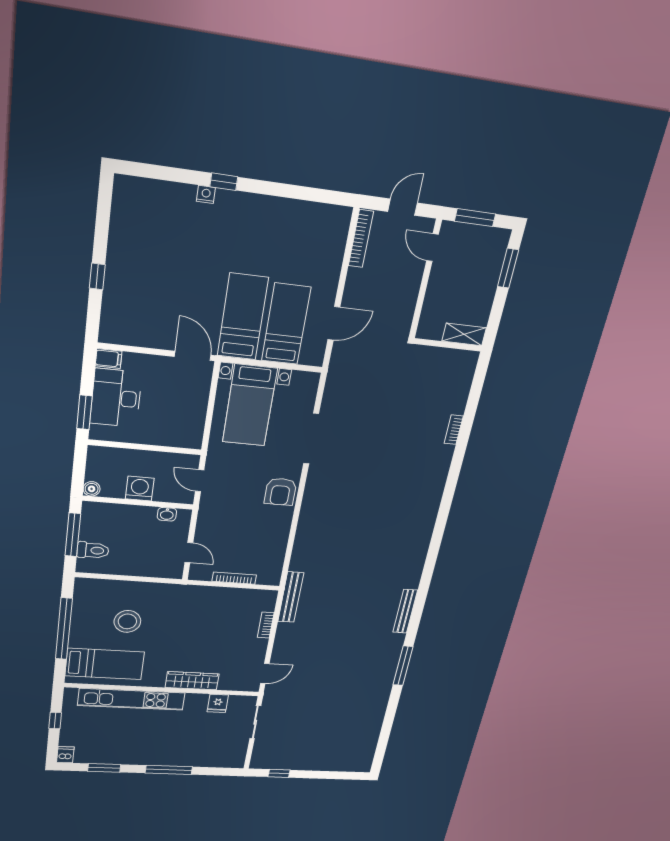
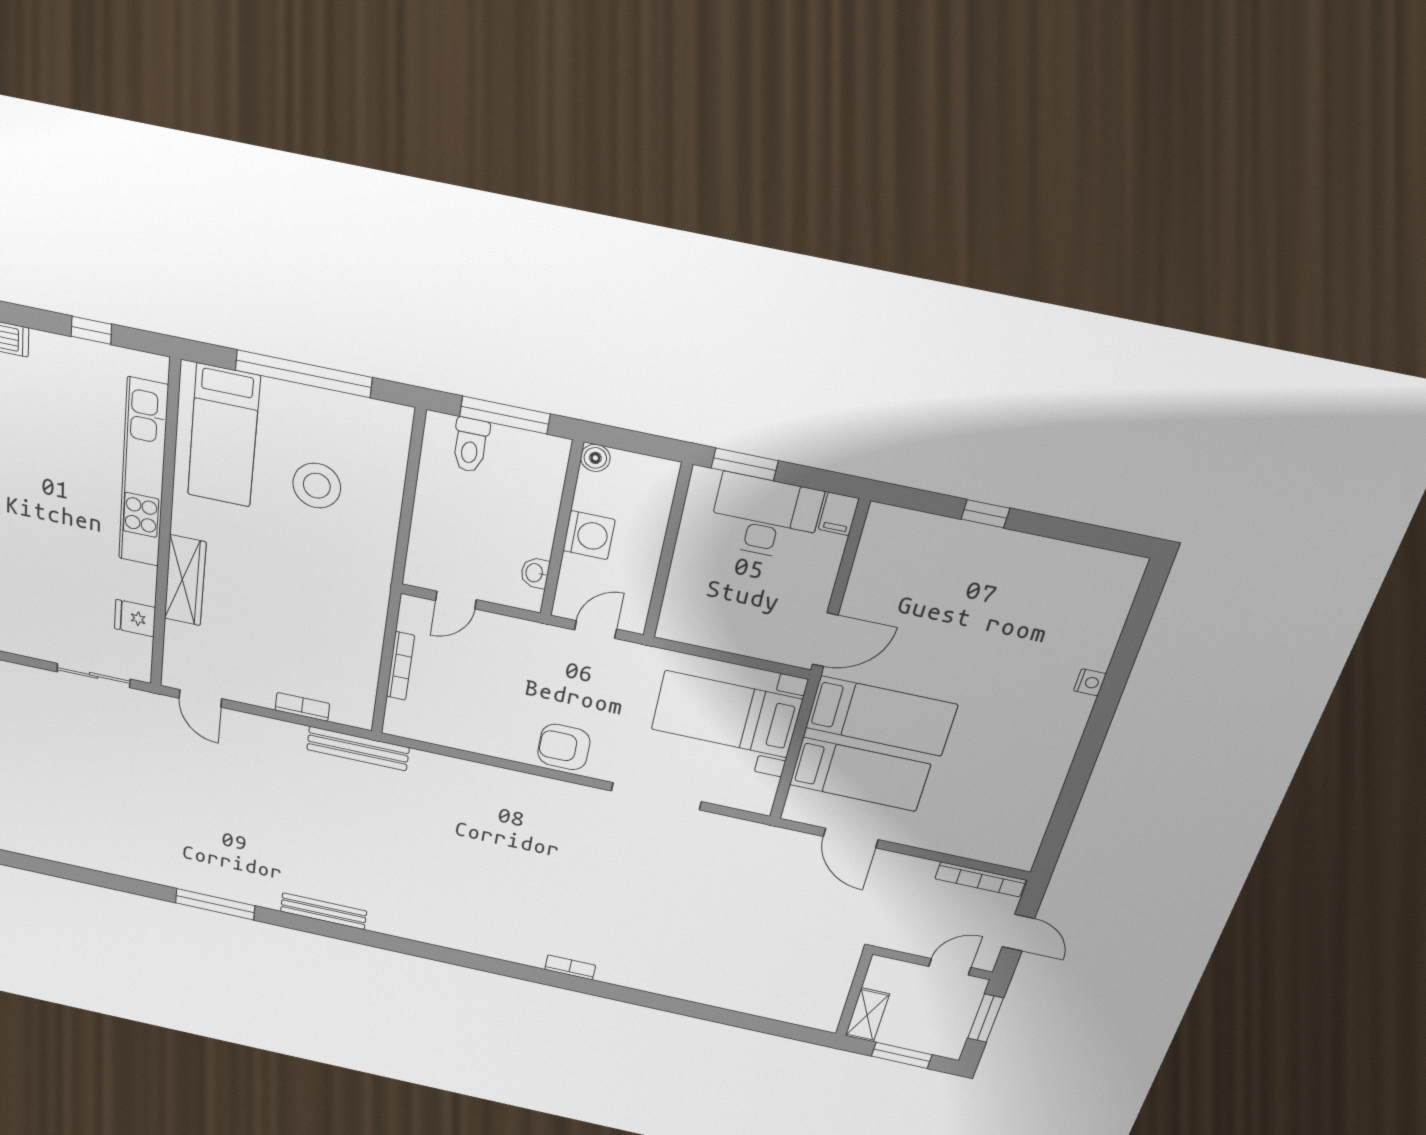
window: (224, 182) -> (1105, 708), removed
shelving: (464, 334) -> (867, 1015), moved
wall: (448, 345) -> (854, 994), moved
bookcase: (454, 430) -> (570, 967), moved

